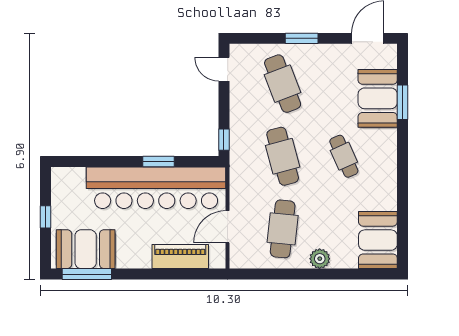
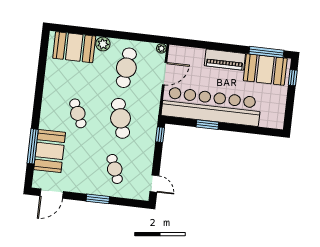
cafe table: (283, 84) -> (115, 169), width x0.73, depth x0.74
window: (403, 102) -> (33, 146), width x1.44
window: (45, 217) -> (293, 78), moved
booth: (378, 240) -> (74, 47), moved, turned 90
piano: (180, 256) -> (225, 60), moved
plant: (236, 262) -> (161, 48), added

